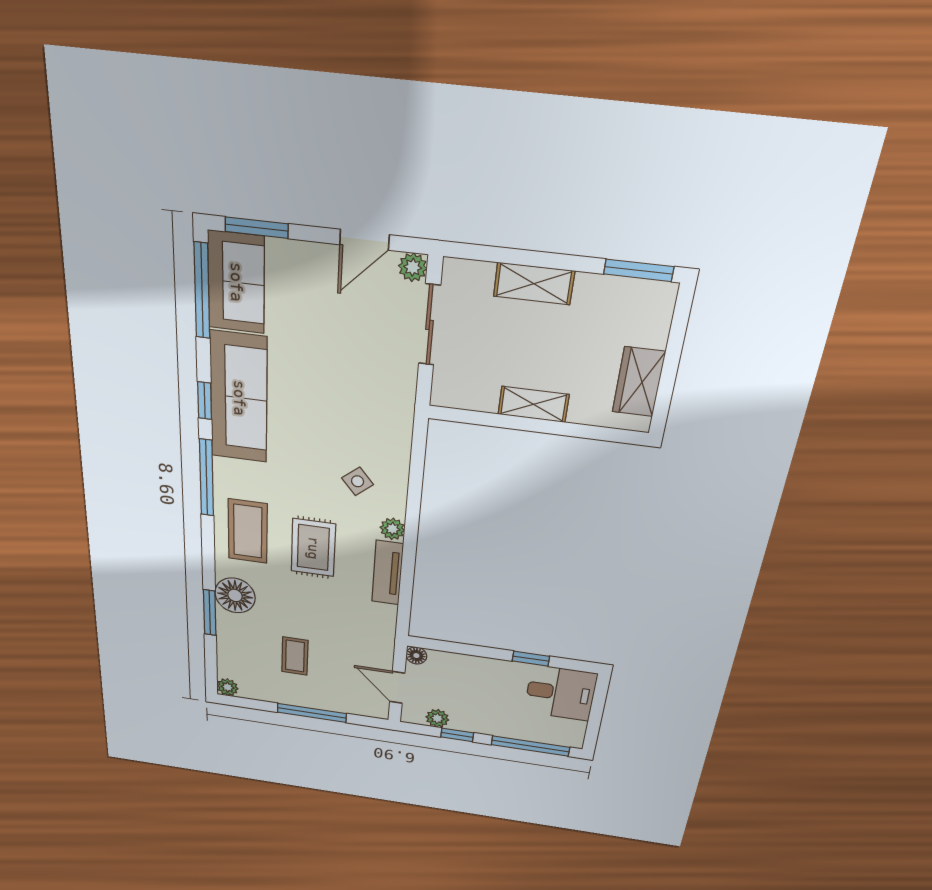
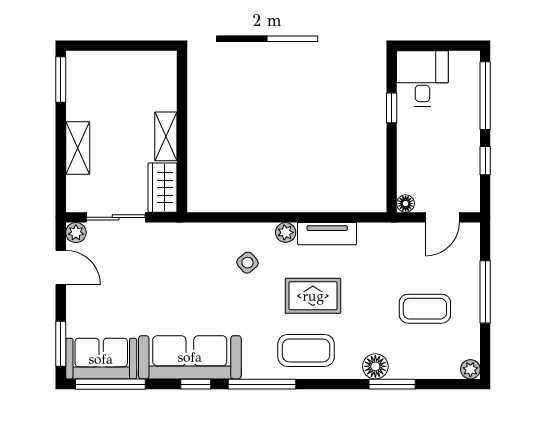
wardrobe: (639, 382) -> (163, 188), moved, turned 90
floor lamp: (235, 595) -> (375, 366), width x0.73, depth x0.73
coffee table: (295, 656) -> (425, 309), width x1.36, depth x1.30
plant: (437, 718) -> (470, 180), removed

